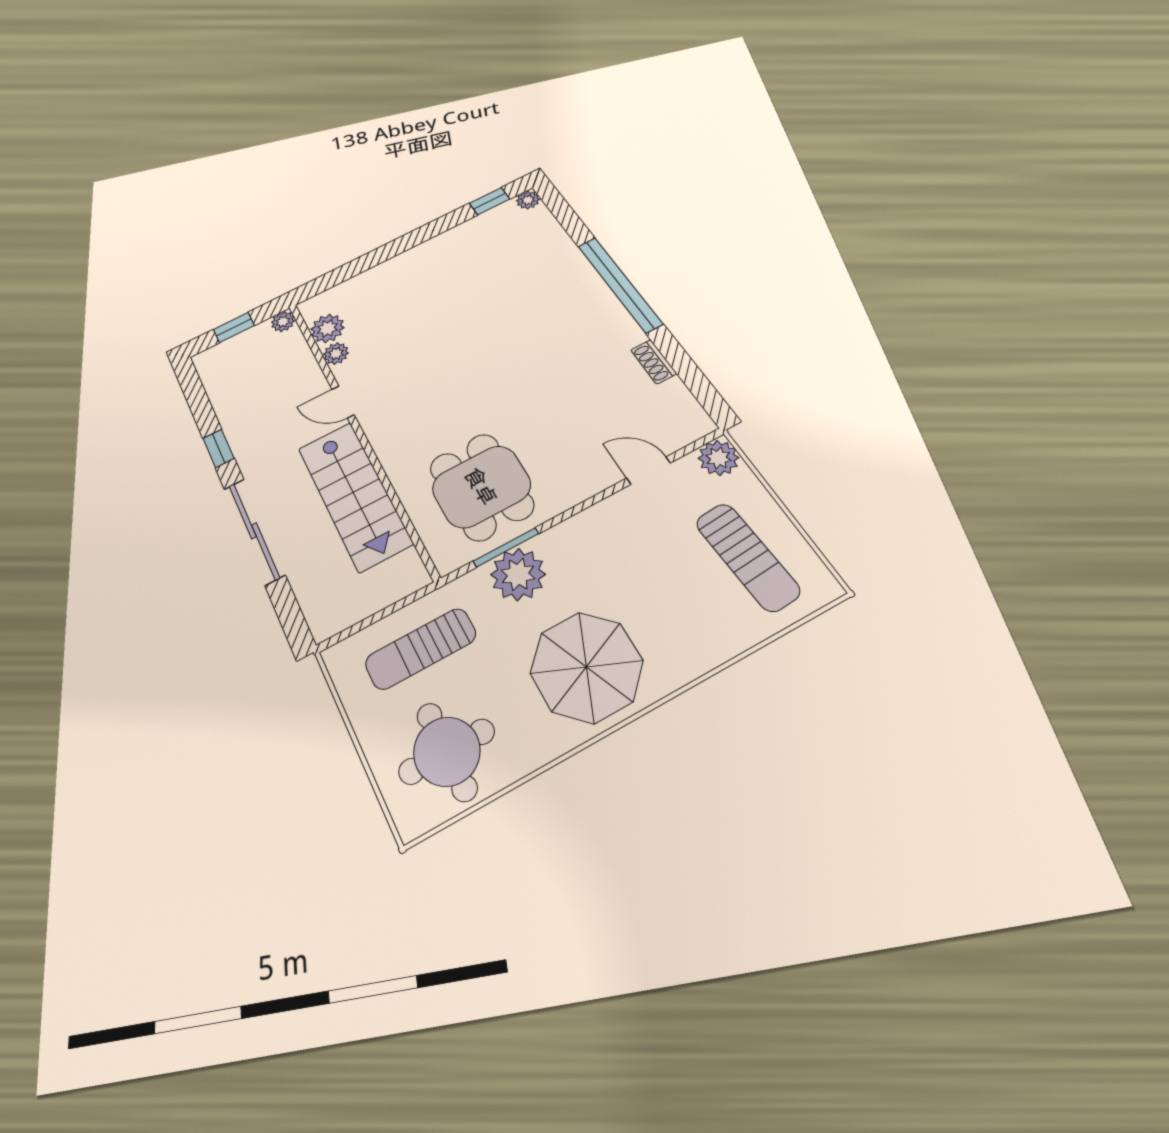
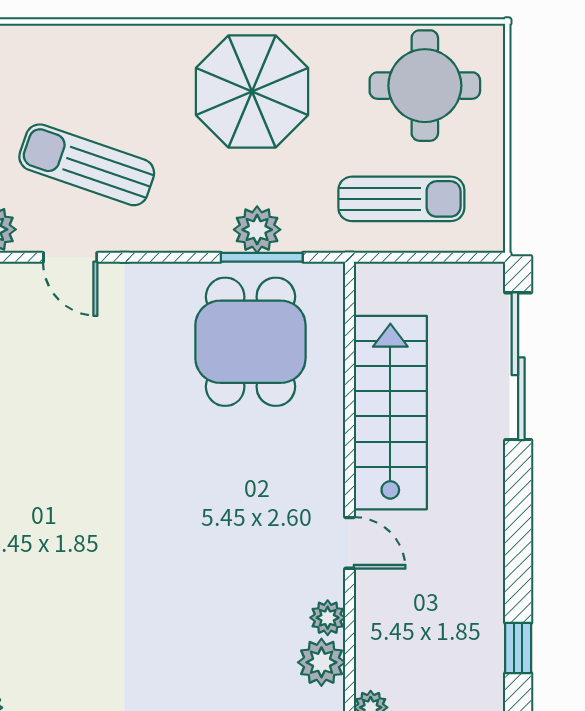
window: (219, 448) -> (518, 648), moved
sliding door: (254, 531) -> (518, 366), moved
sun lounger: (747, 557) -> (87, 165), moved, turned -67
plant: (518, 574) -> (257, 230), width x0.73, depth x0.73

